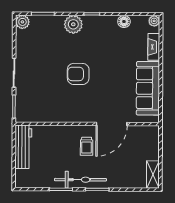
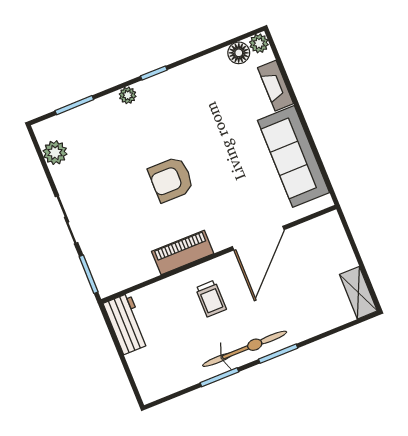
plant: (22, 22) -> (55, 153), moved
floor lamp: (124, 22) -> (239, 53), moved
plant: (73, 24) -> (128, 95), width x0.53, depth x0.53
piano: (68, 115) -> (183, 252), added
trolley: (87, 146) -> (211, 299), moved
workbench: (23, 147) -> (127, 324), width x0.73

